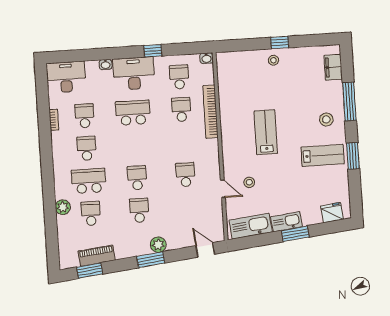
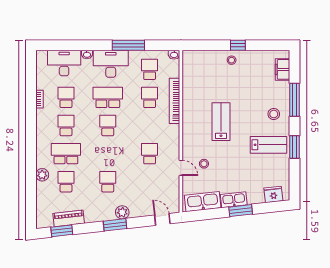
window: (153, 51) -> (128, 45), width x2.17
desk: (66, 77) -> (64, 63), moved
school desk: (137, 178) -> (108, 126), moved

